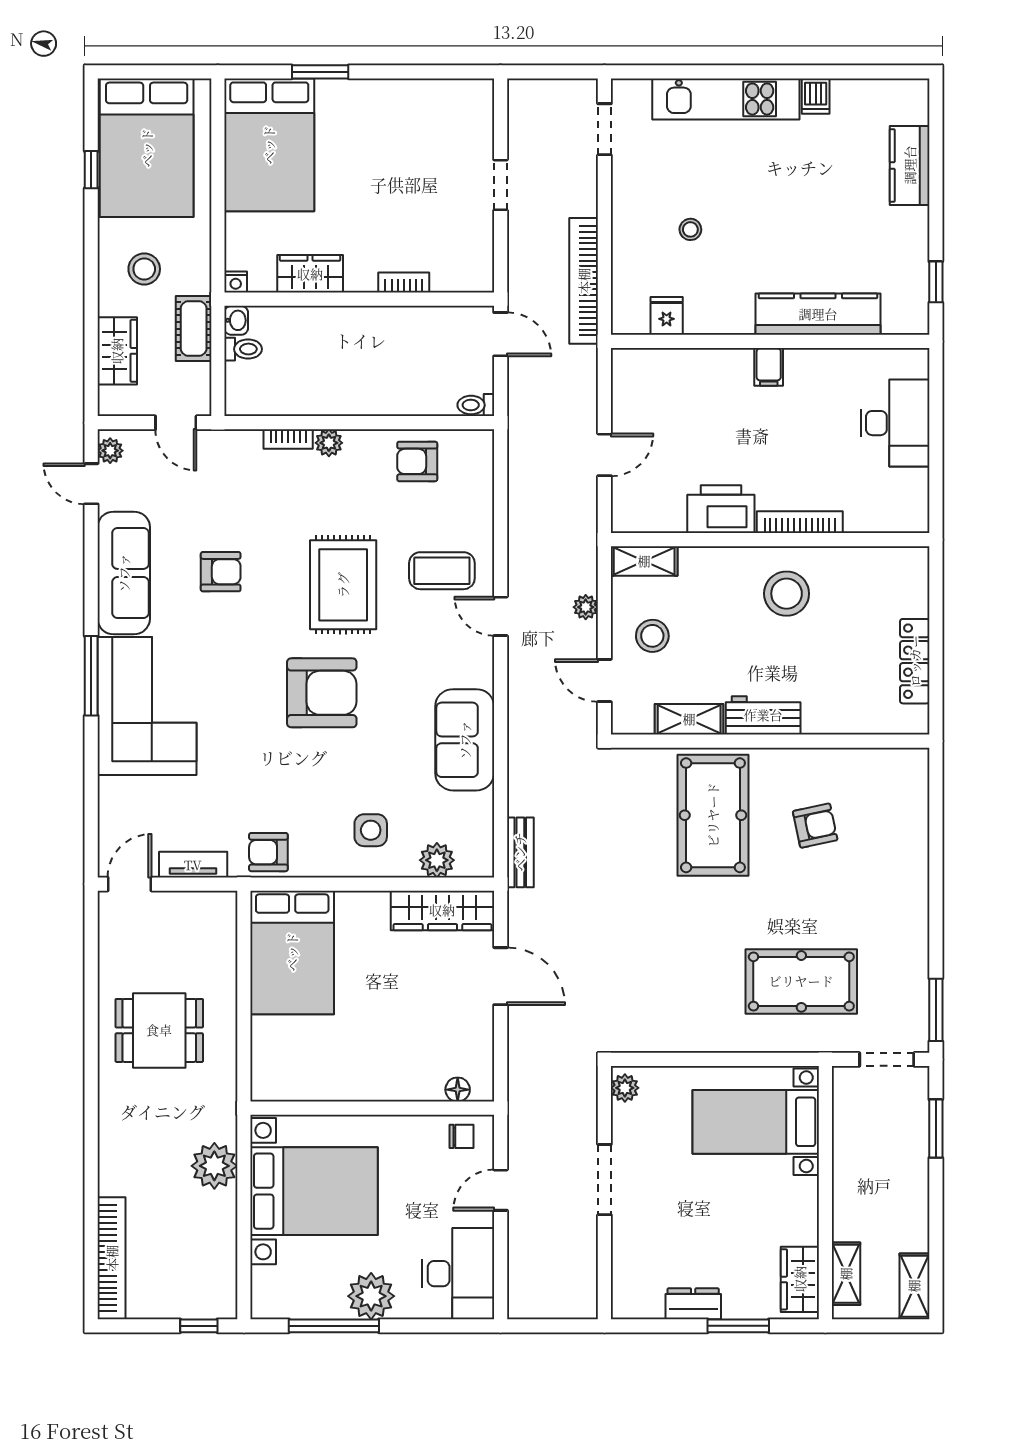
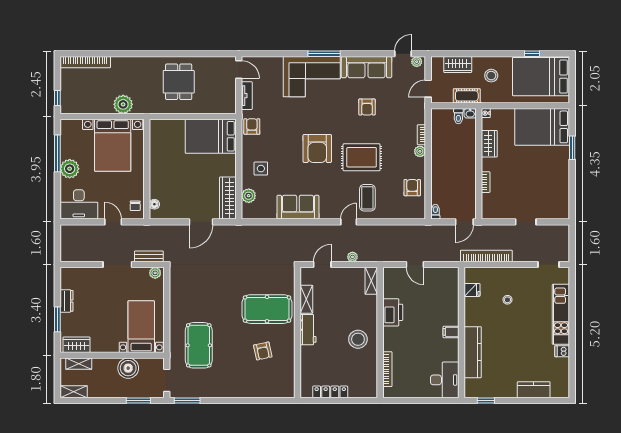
desk: (895, 423) -> (445, 380), moved, turned -90
bookcase: (800, 522) -> (387, 369), moved
stool: (652, 636) -> (341, 284), removed
bench: (520, 852) -> (149, 256), moved
boiler: (857, 1153) -> (128, 368), added

